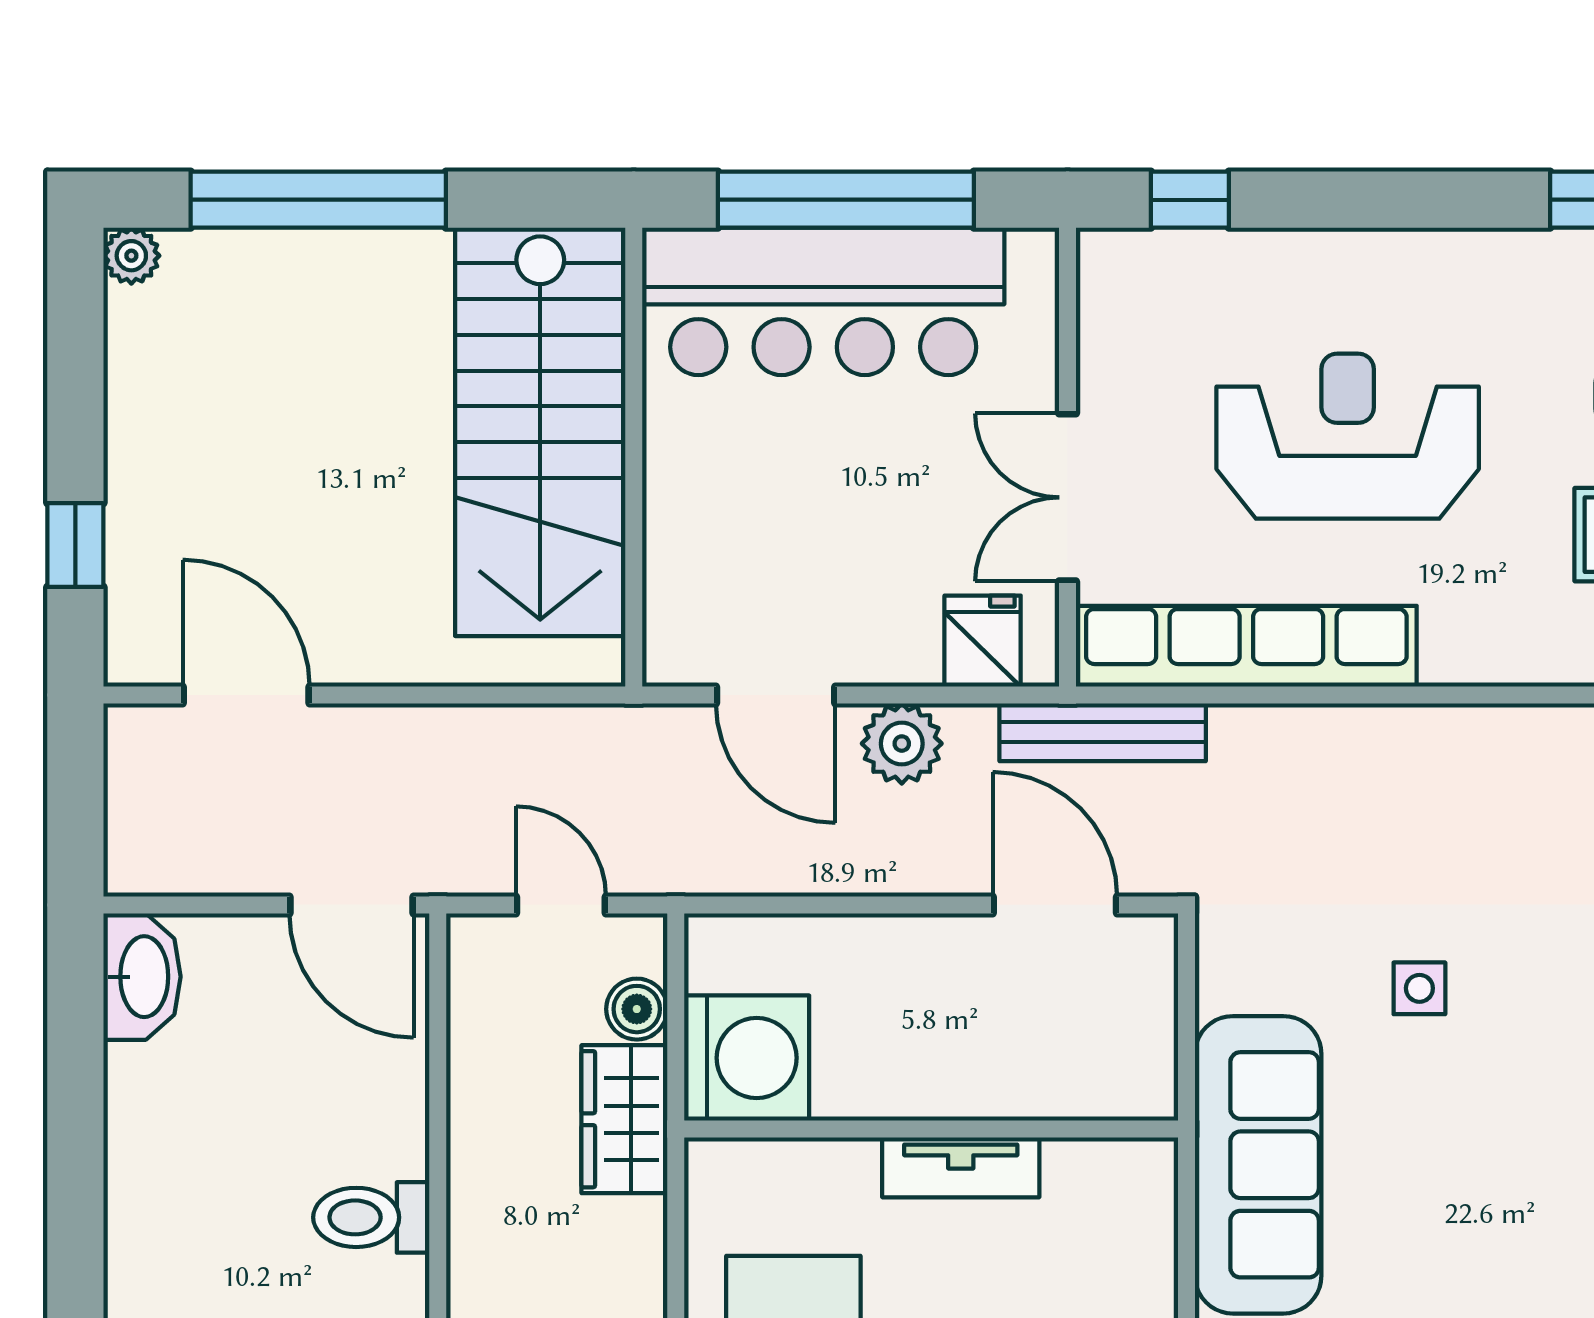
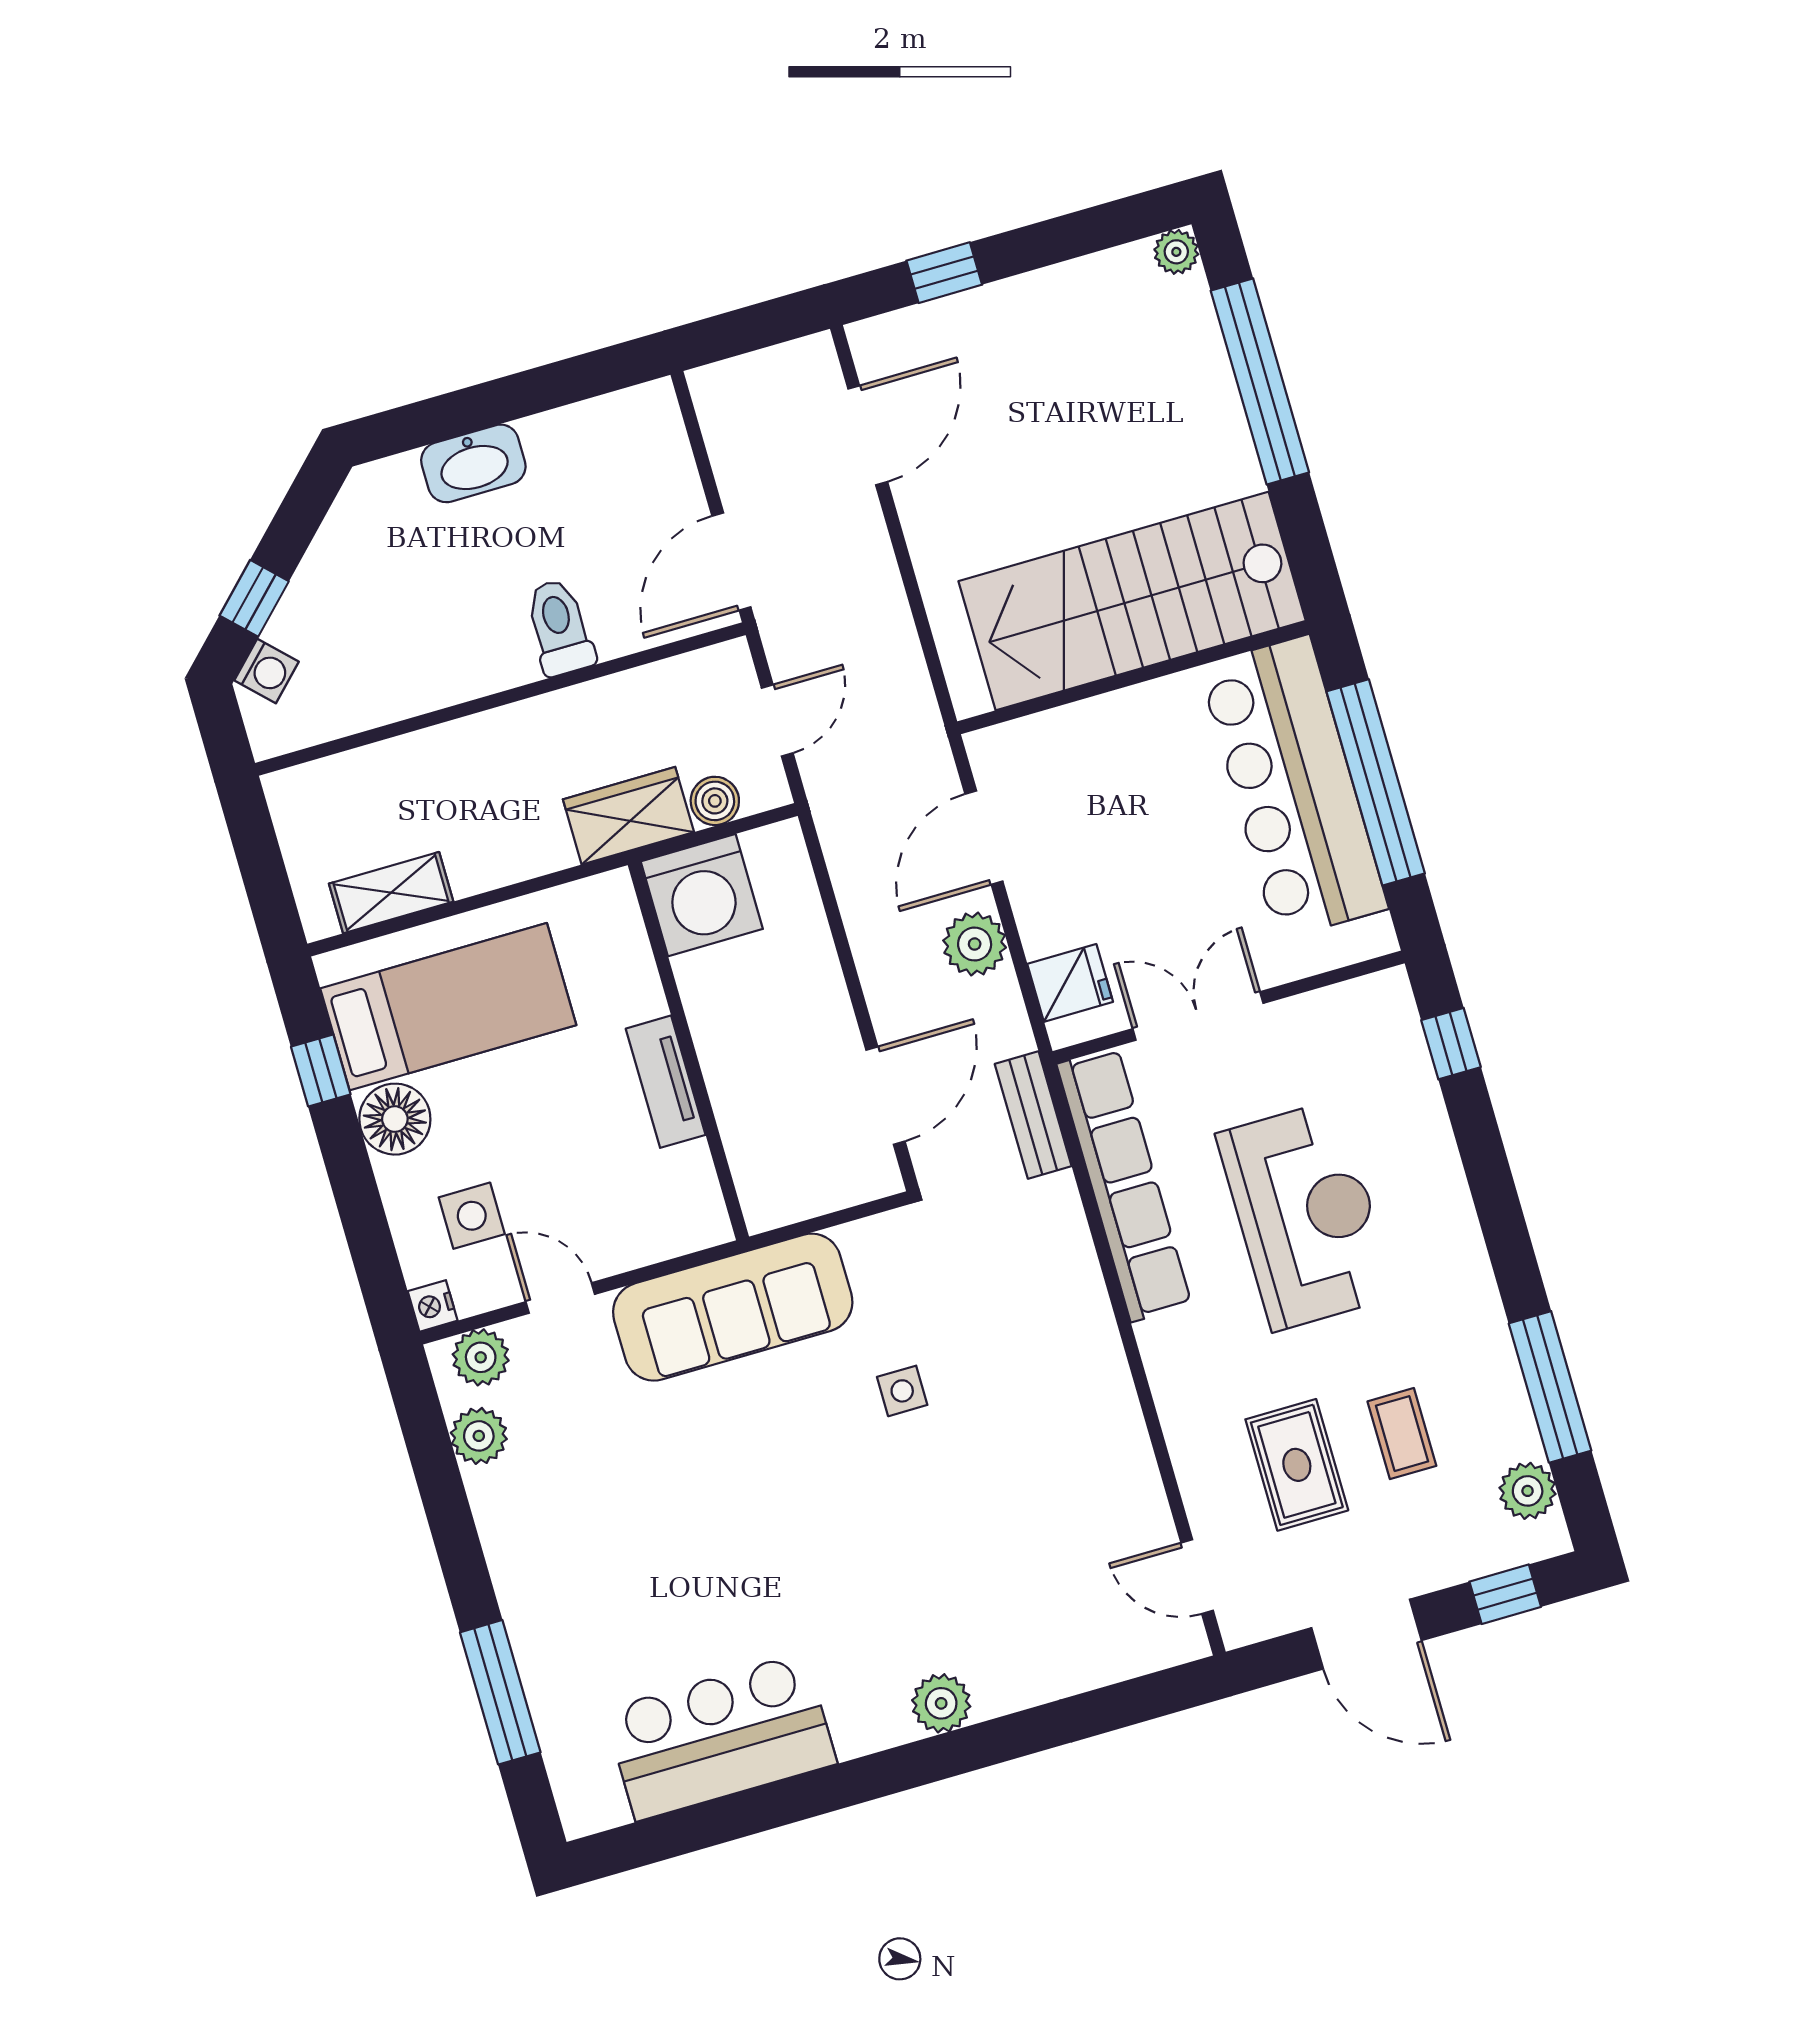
bench: (1103, 732) -> (1033, 1115), width x0.73
washbasin: (142, 977) -> (473, 463), moved
toilet: (371, 1217) -> (559, 627), moved

